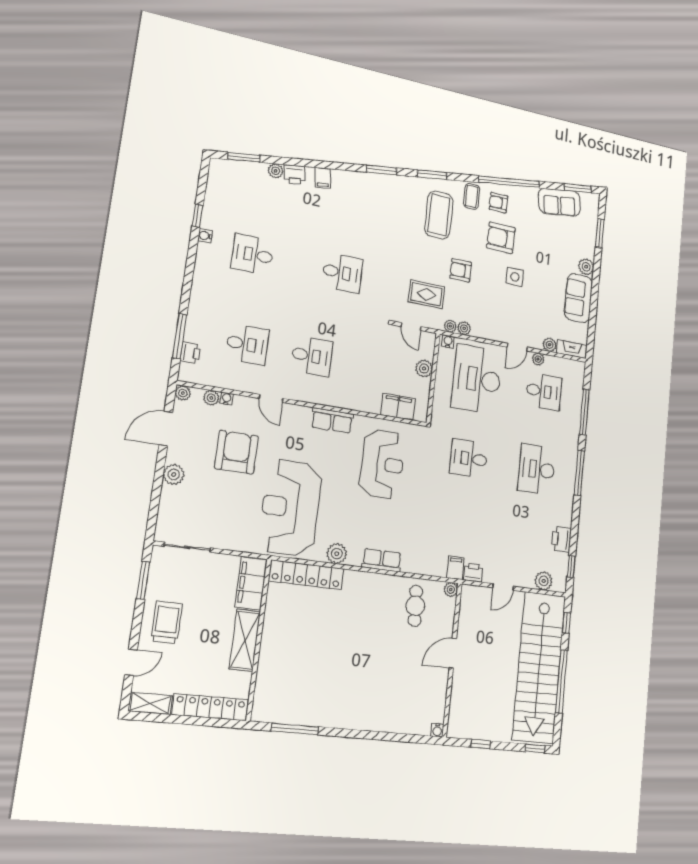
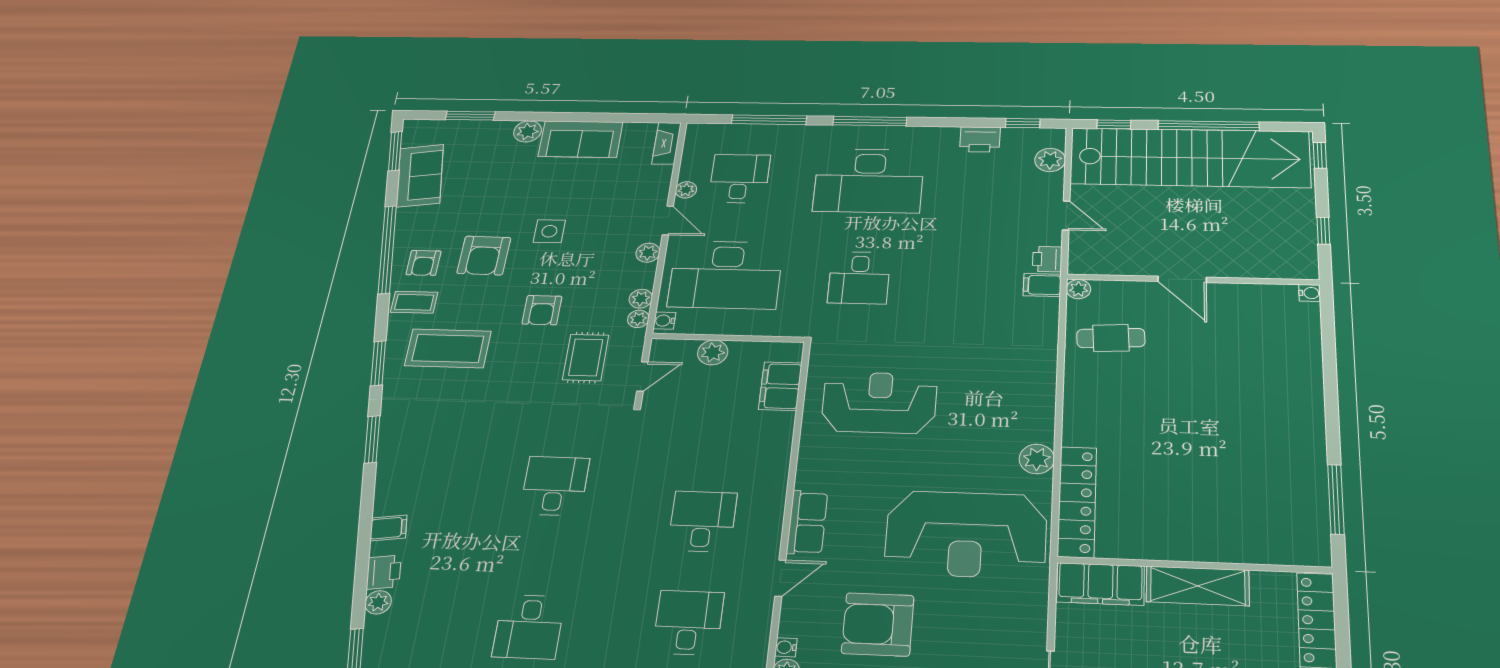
plant: (550, 345) -> (648, 253), moved
row of seats: (332, 420) -> (807, 522), moved
desk: (537, 469) -> (869, 181), width x1.36, depth x1.30
row of seats: (382, 560) -> (1041, 392), removed

